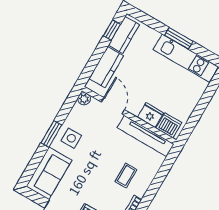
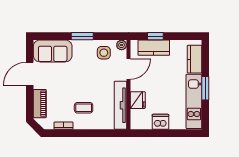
window: (112, 30) -> (155, 36), moved
kitchen counter: (124, 35) -> (195, 59), moved, turned 90
dishwasher: (169, 125) -> (160, 122), moved, turned -90
side table: (71, 138) -> (104, 53), moved

